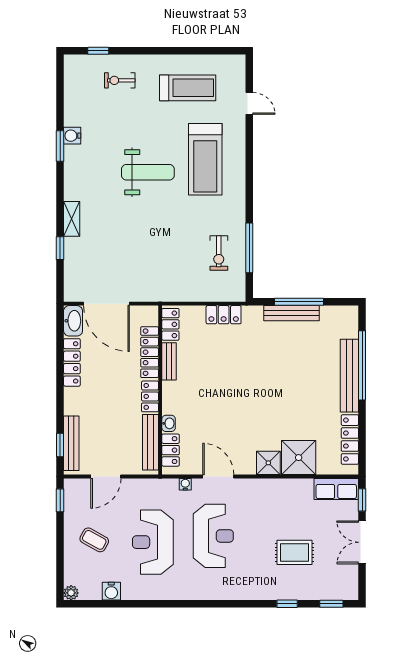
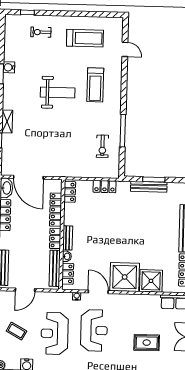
treadmill: (205, 159) -> (95, 85), width x0.73, depth x0.73
window: (249, 248) -> (123, 131), moved
window: (299, 302) -> (154, 179), width x0.69
bench: (169, 361) -> (68, 238), moved
shower: (268, 463) -> (125, 277), width x1.86, depth x1.86

